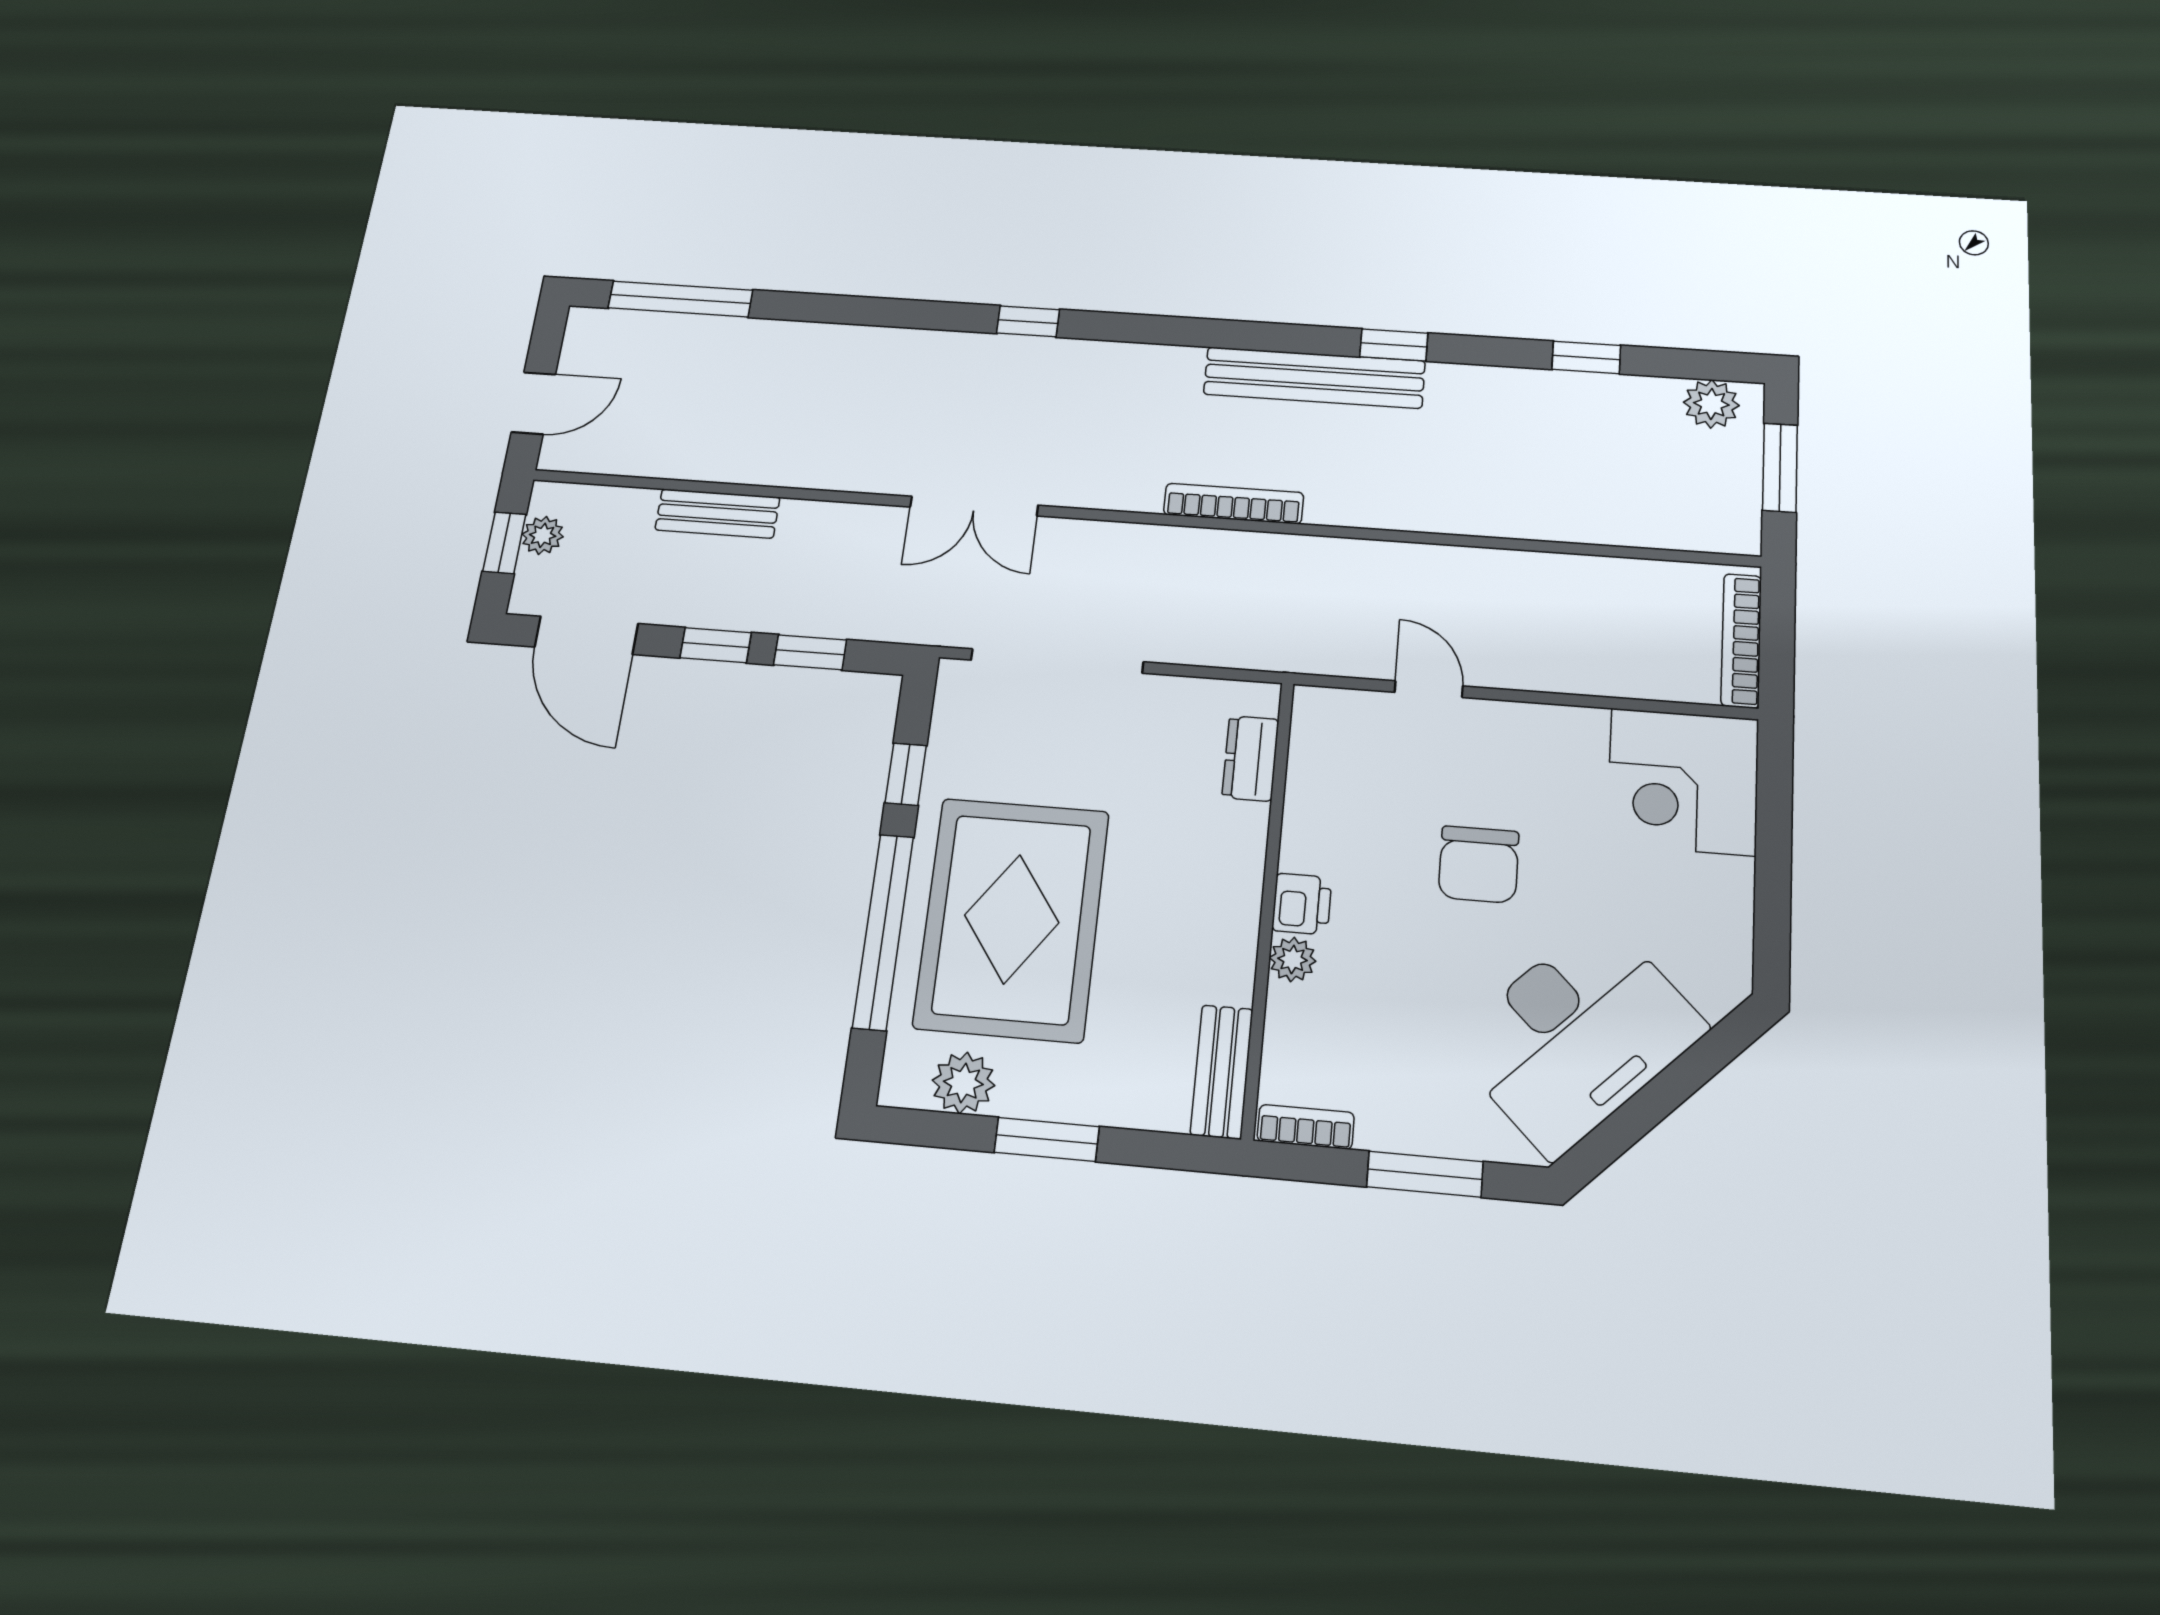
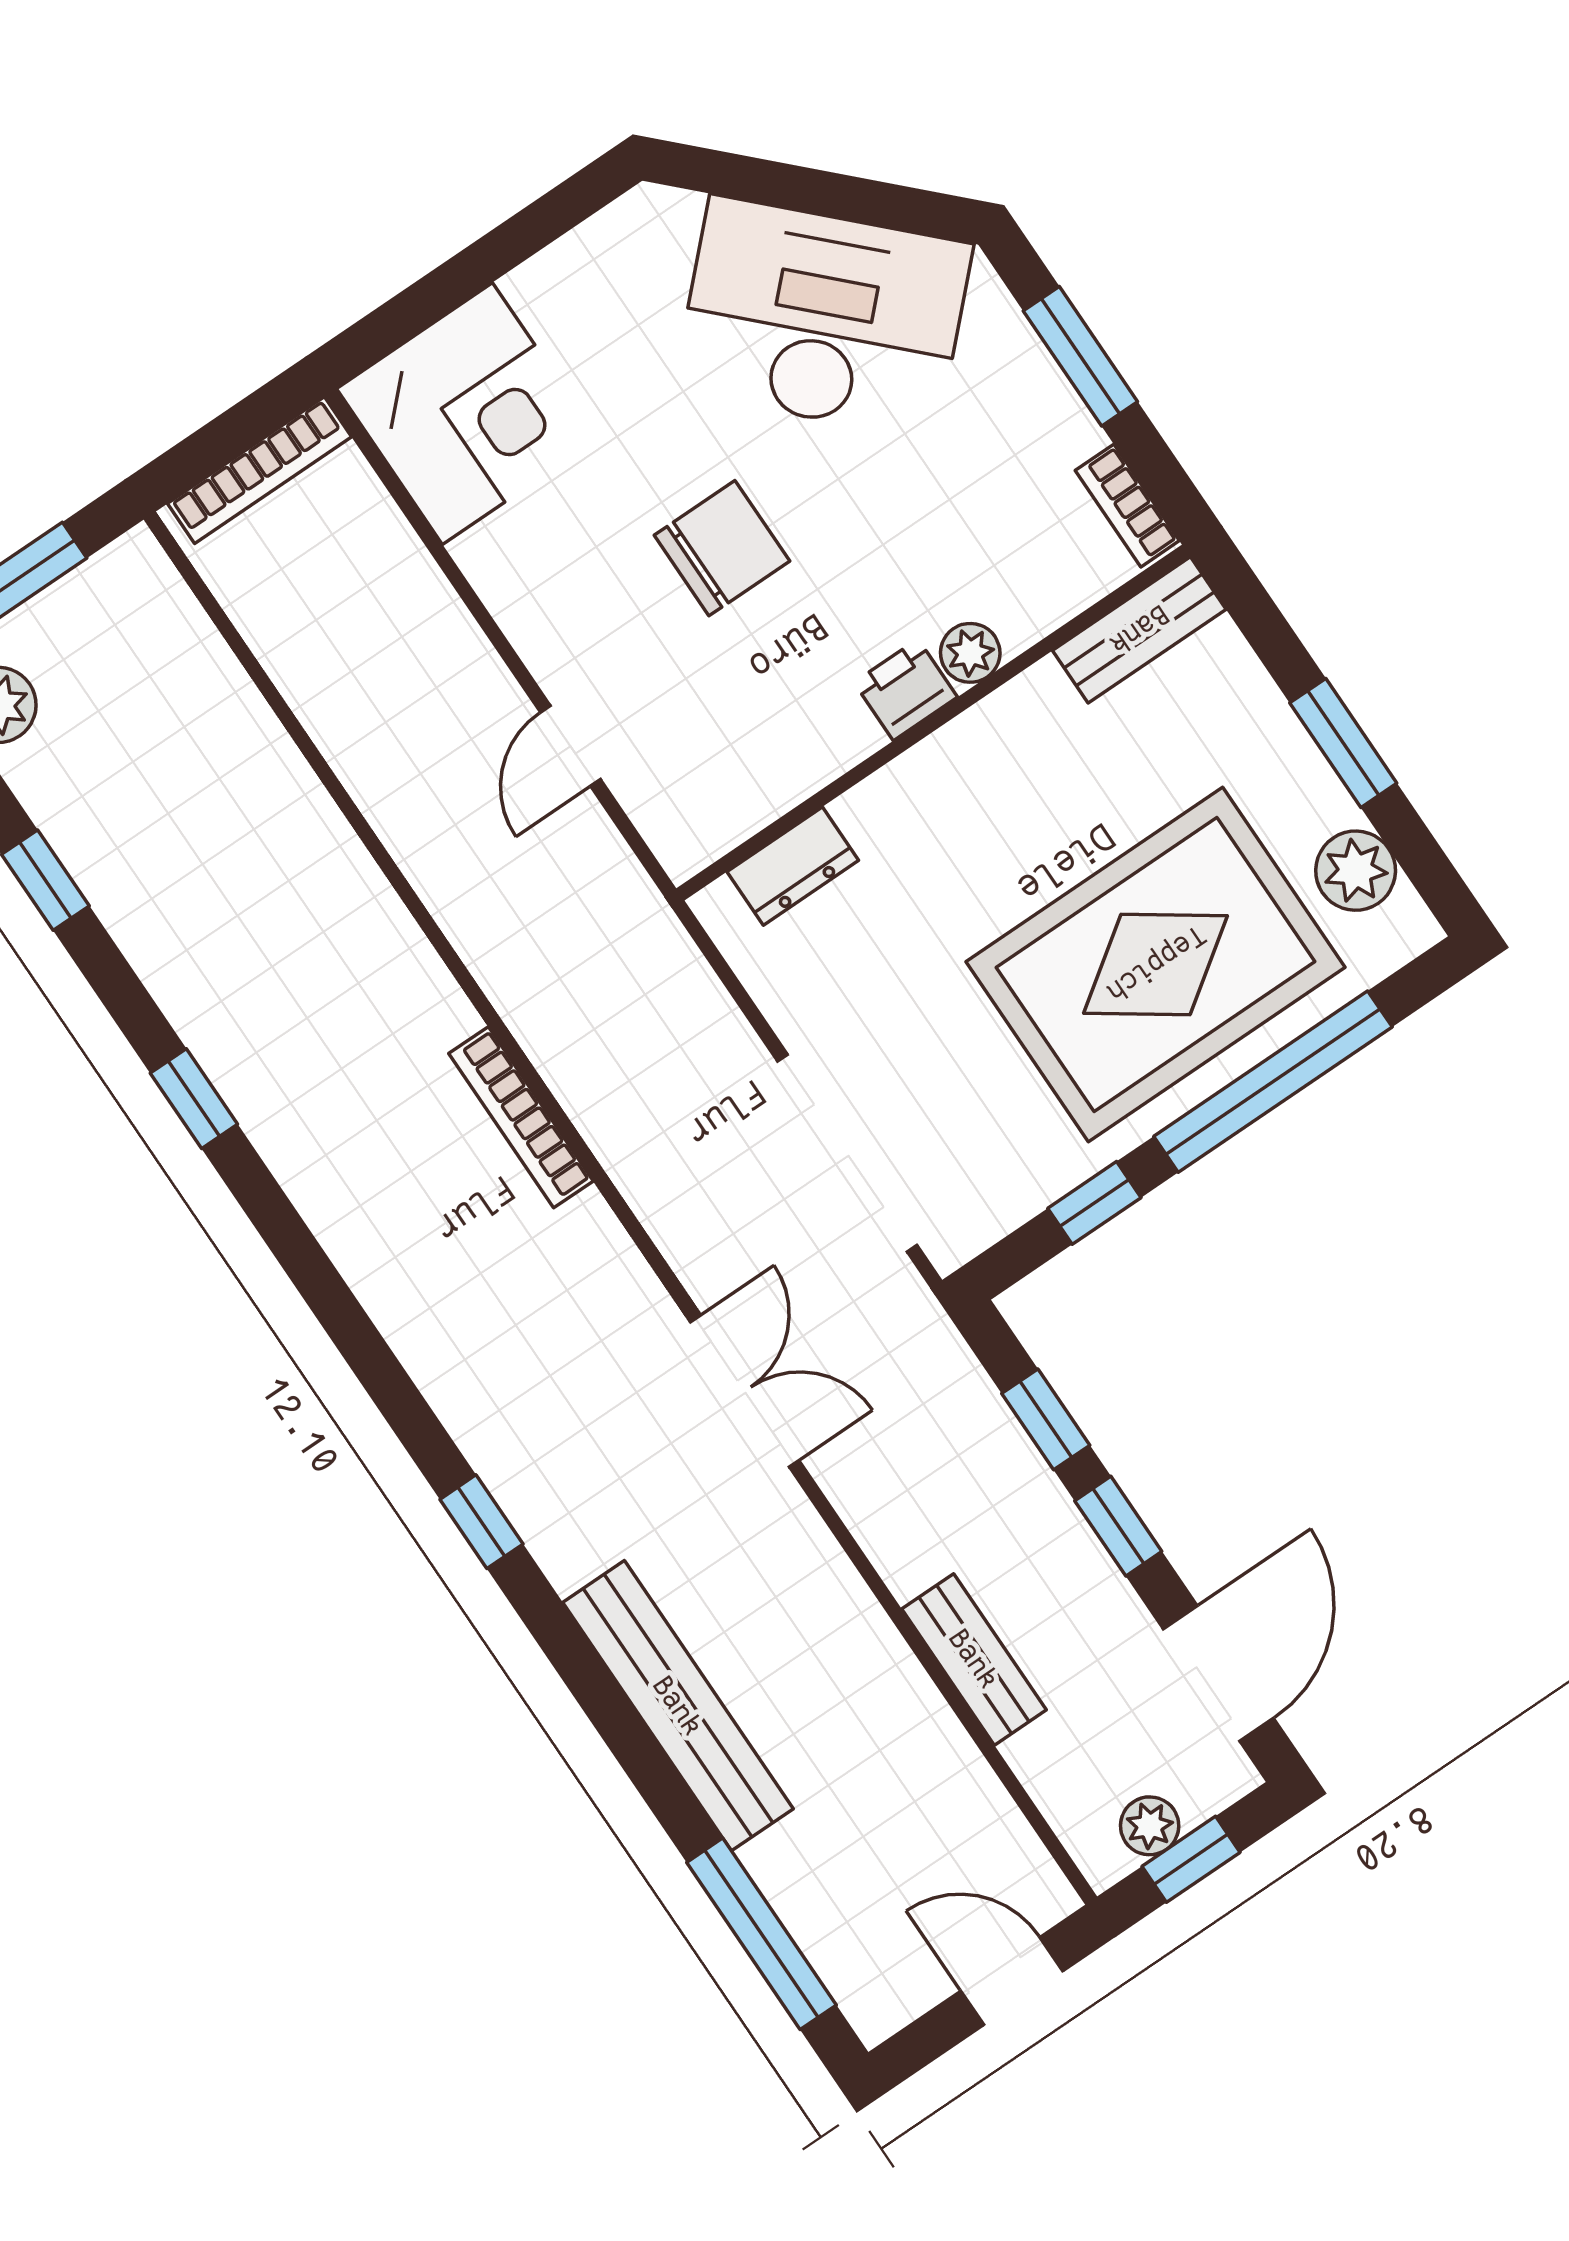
bench: (1314, 378) -> (678, 1706), moved

